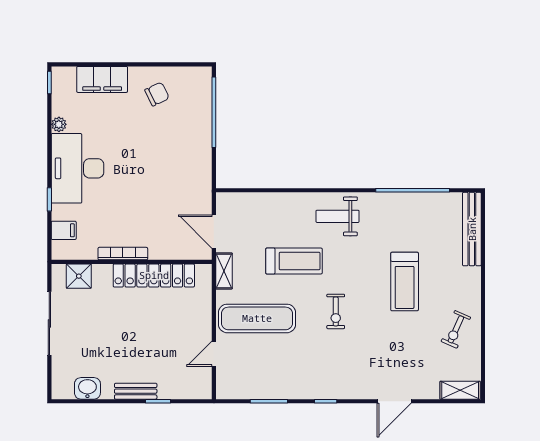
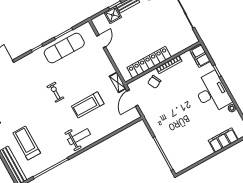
chair: (157, 94) -> (154, 82), moved
filing cabinet: (64, 230) -> (200, 56), width x2.00
door: (214, 232) -> (132, 98), swing flipped
shower: (79, 276) -> (113, 15), moved
treadmill: (405, 282) -> (27, 143), moved
exercise mat: (257, 318) -> (64, 48), moved

